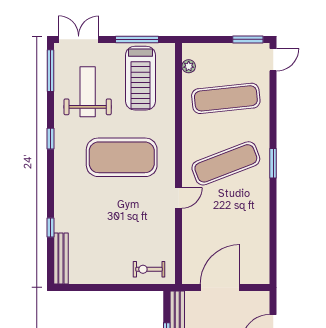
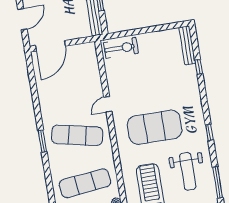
exercise mat: (226, 163) -> (77, 135), turned 33
exercise bike: (149, 269) -> (121, 48), width x1.38, depth x1.39
door: (220, 287) -> (50, 46), moved

